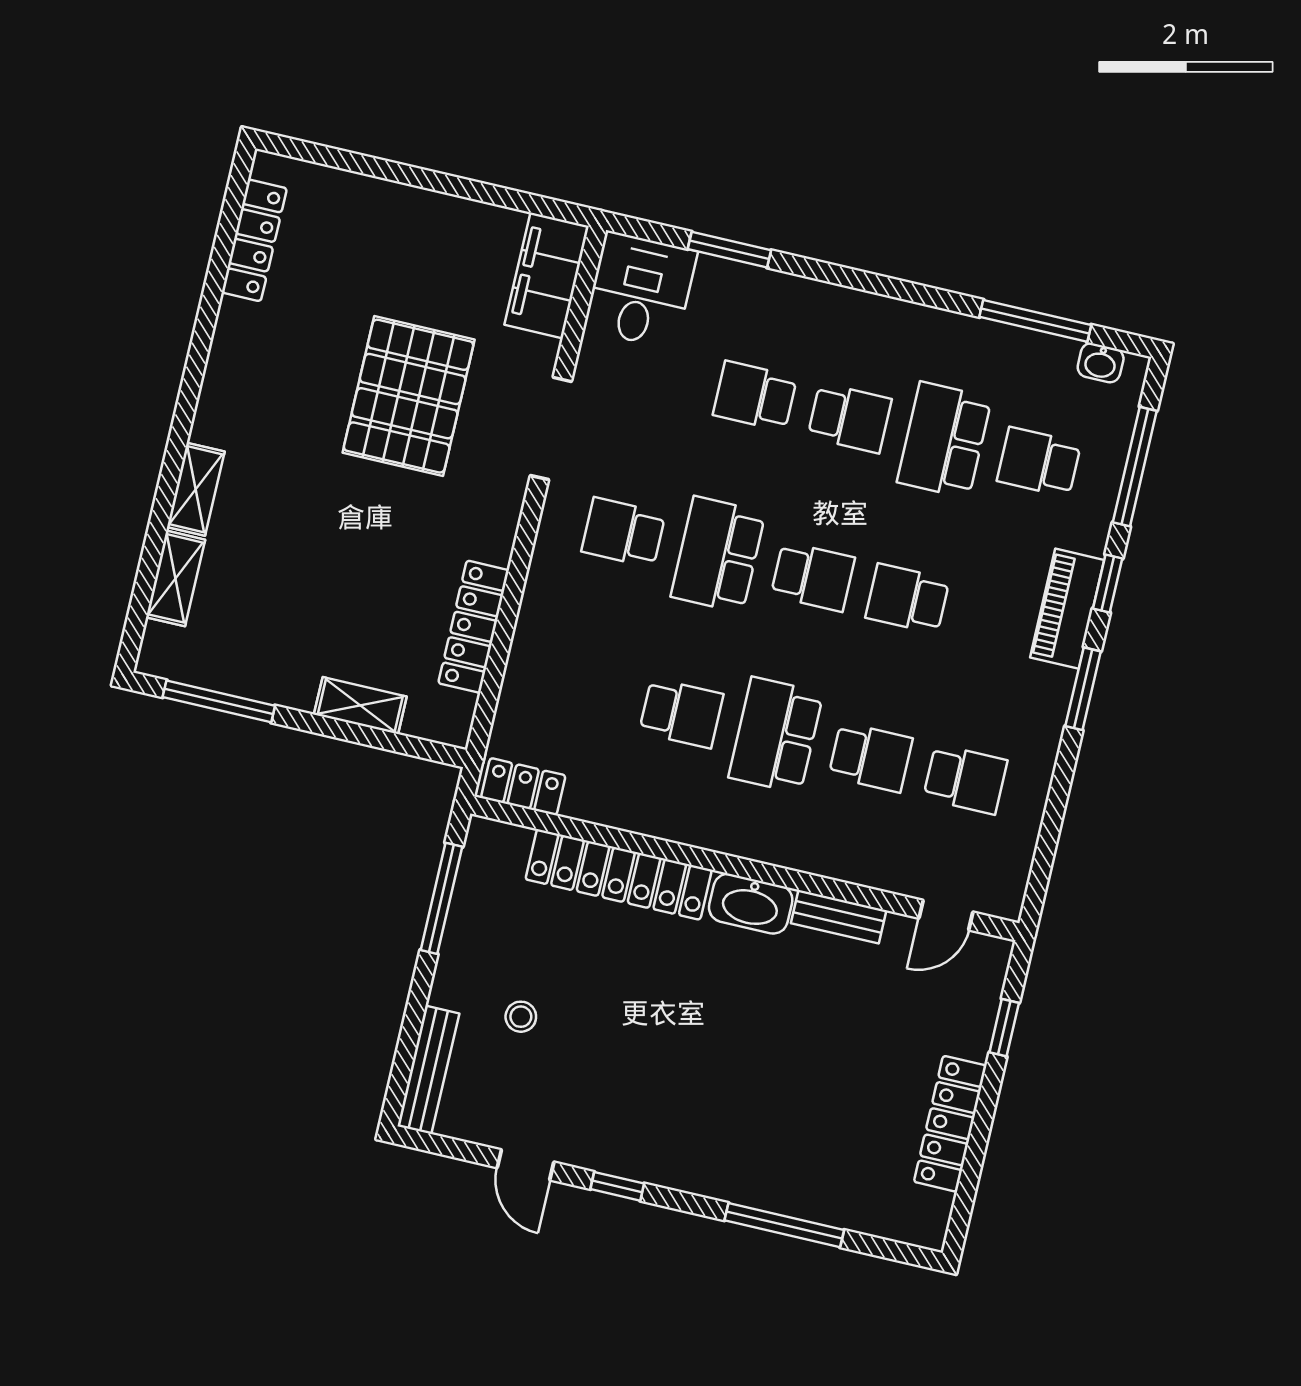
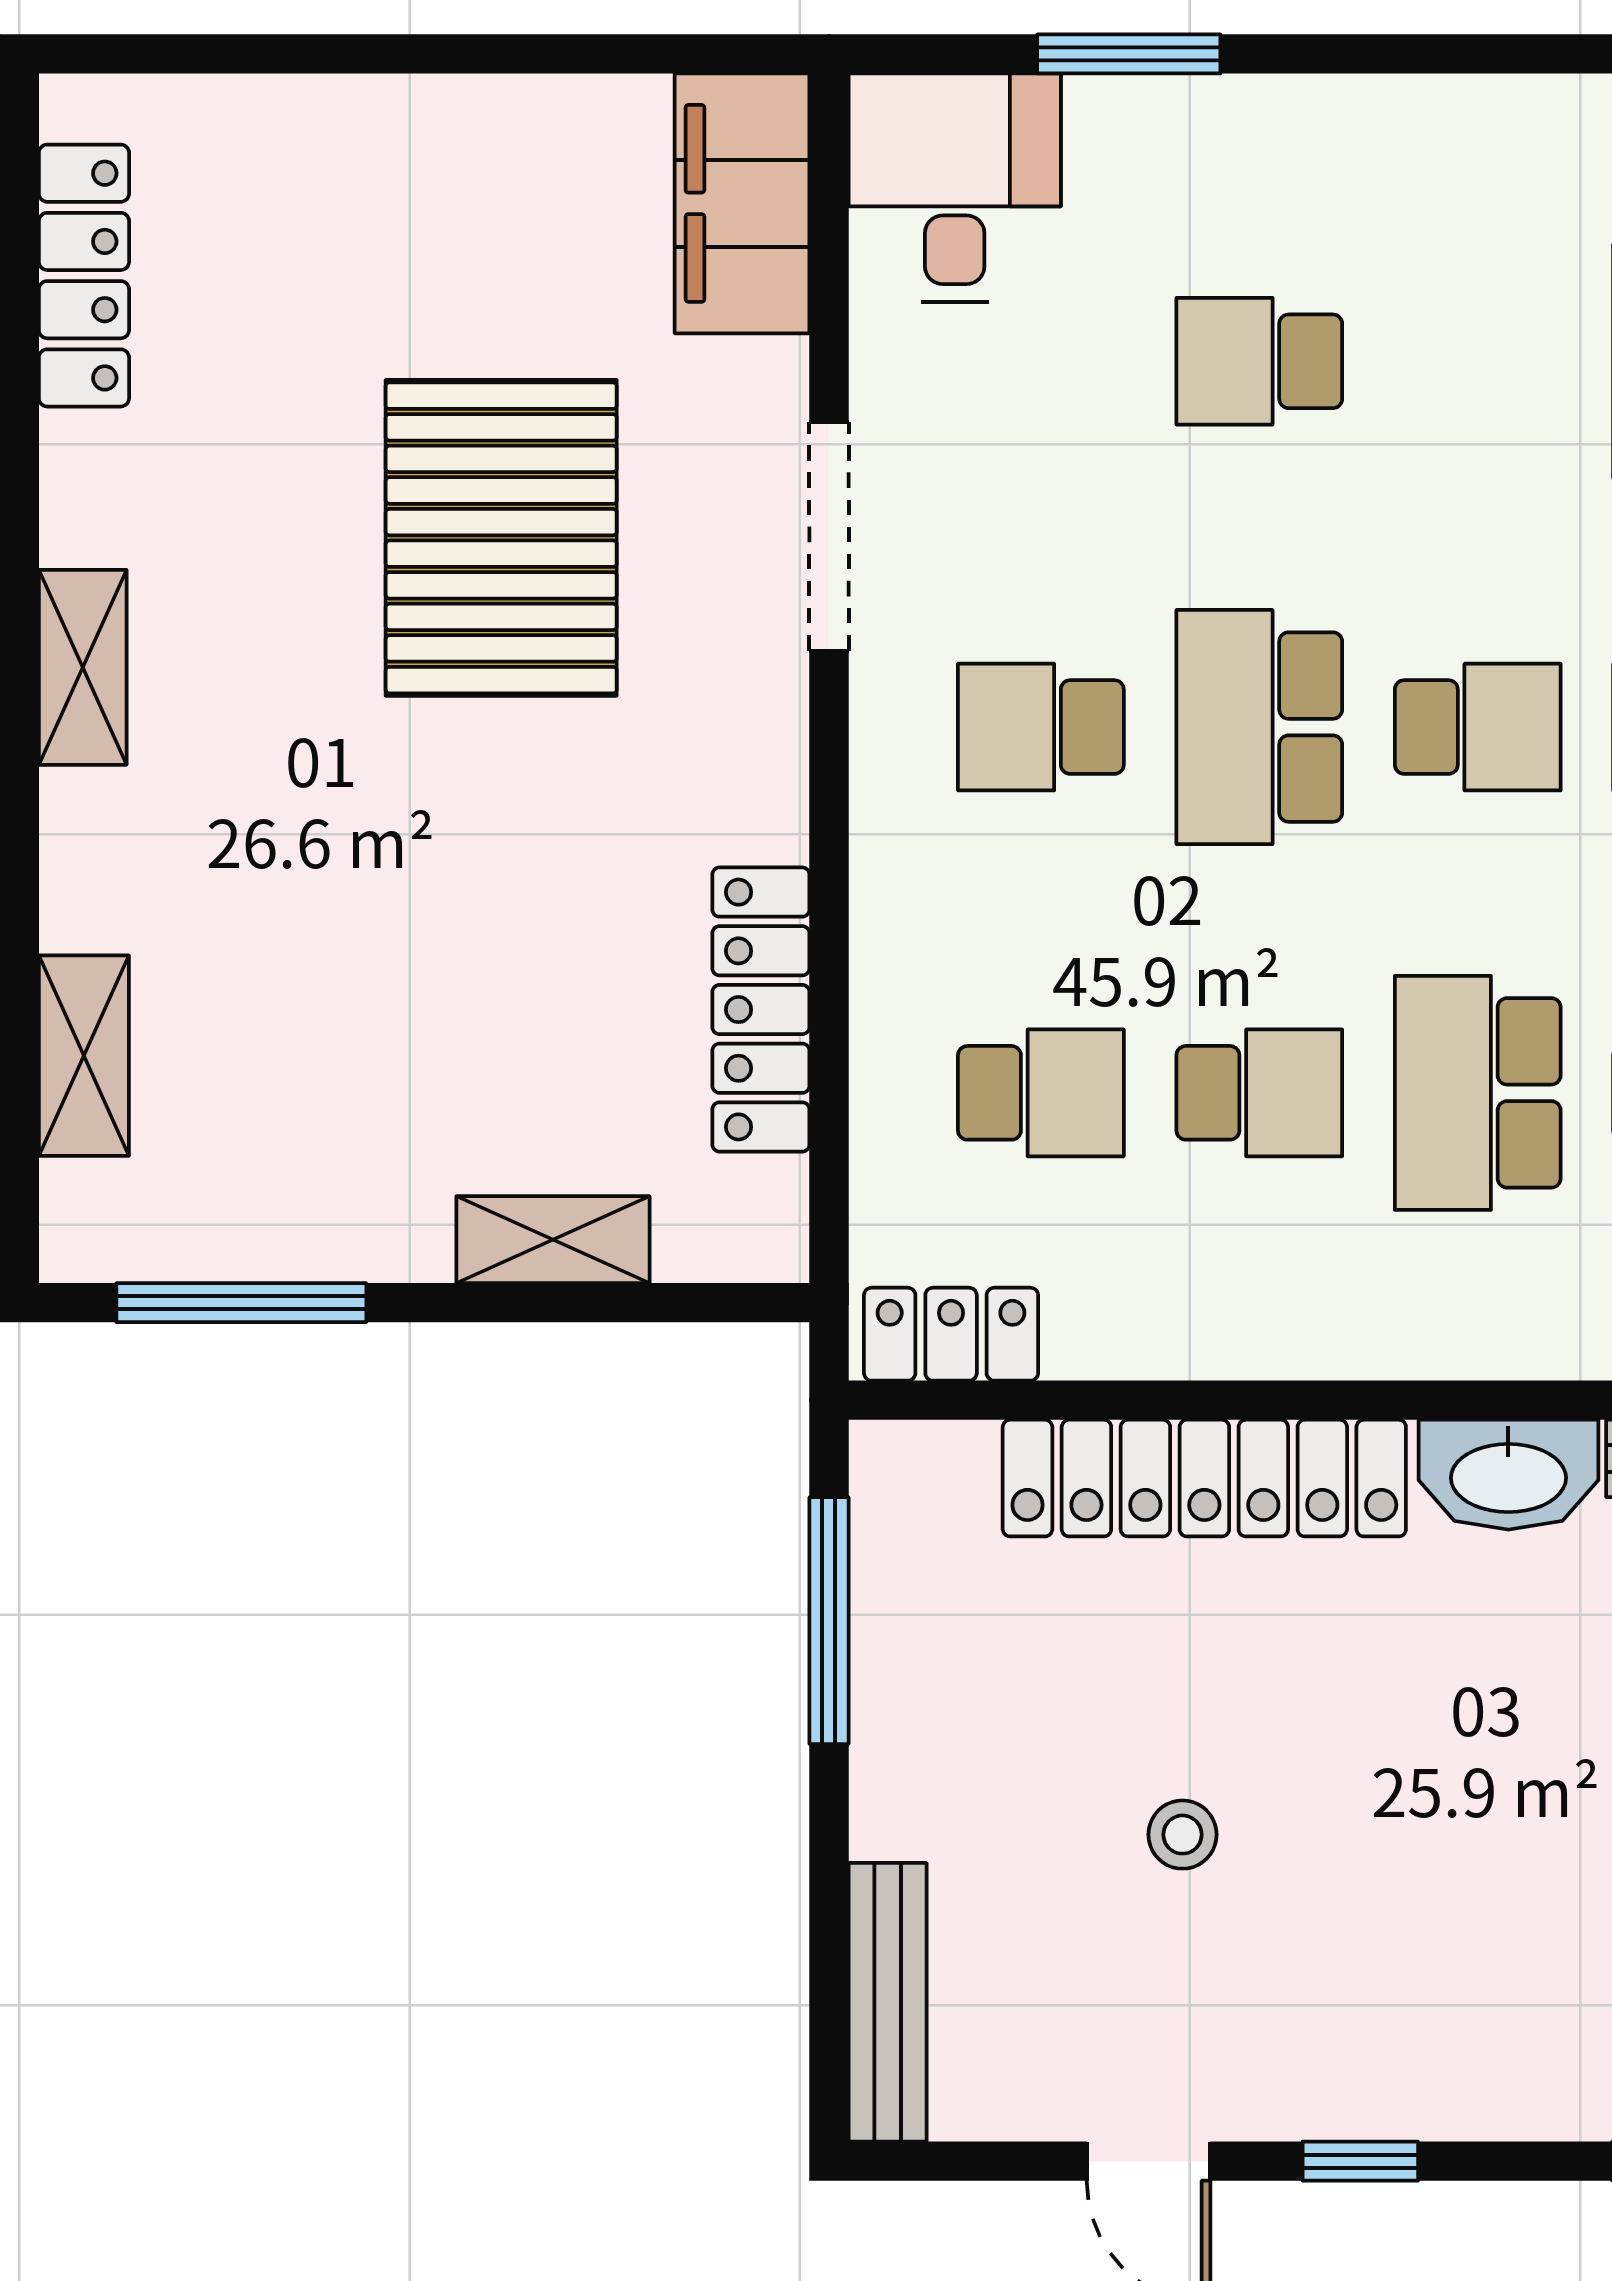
school desk: (850, 418) -> (1041, 1093), moved
shelving: (196, 489) -> (83, 667), moved
stool: (521, 1017) -> (1182, 1835), moved

